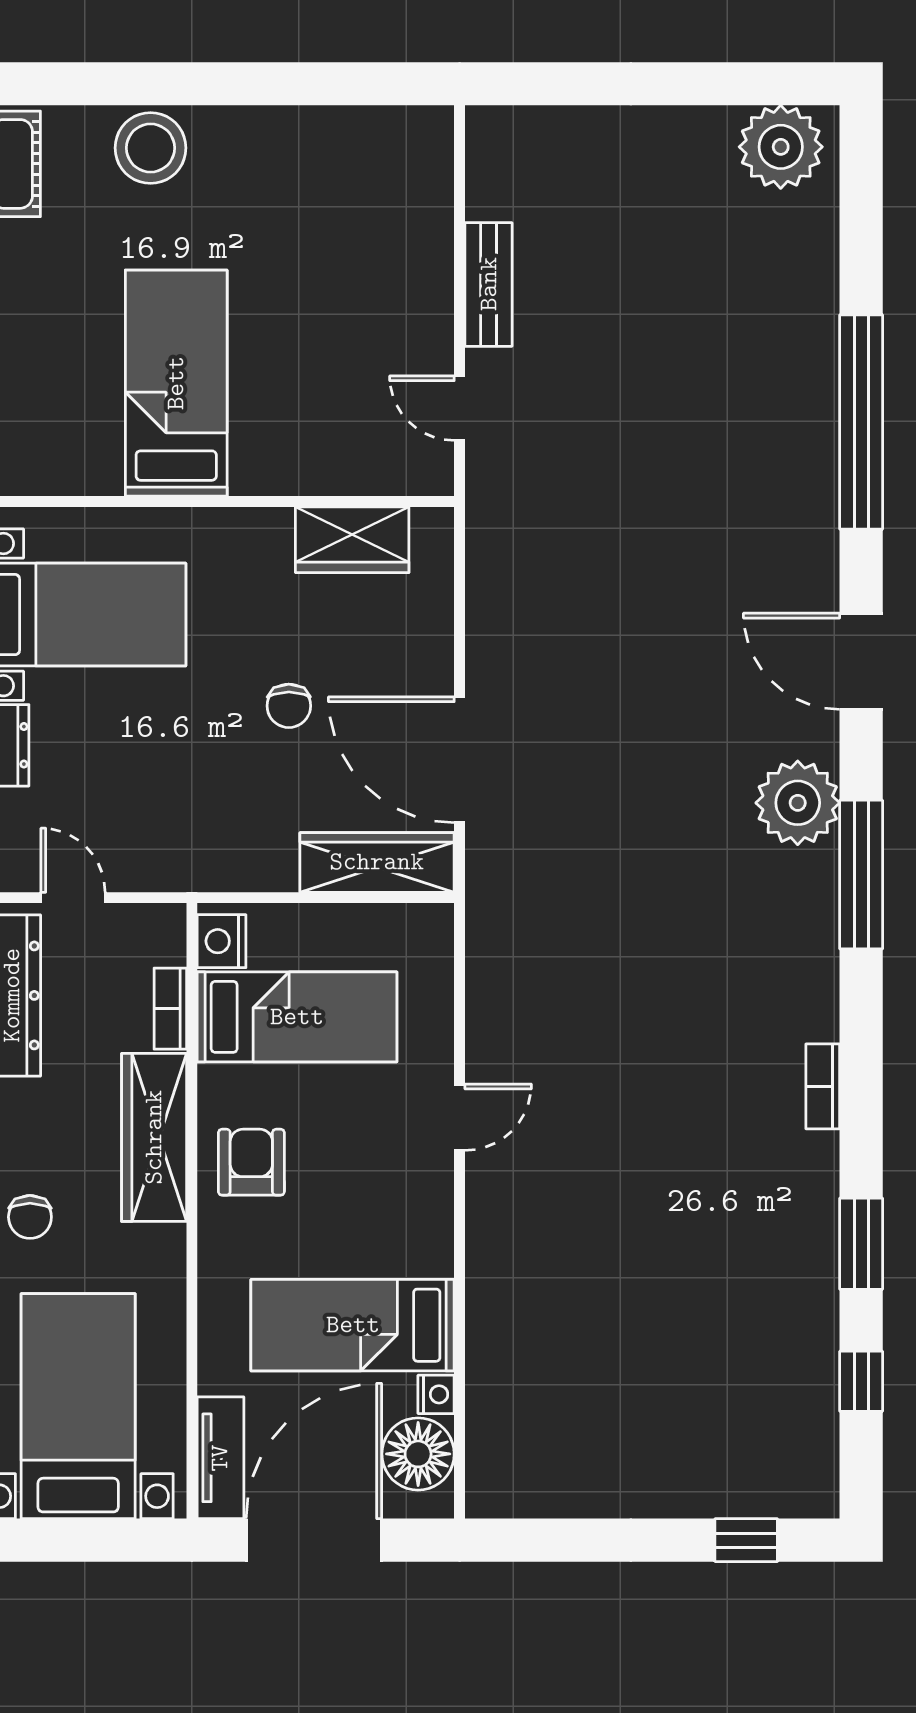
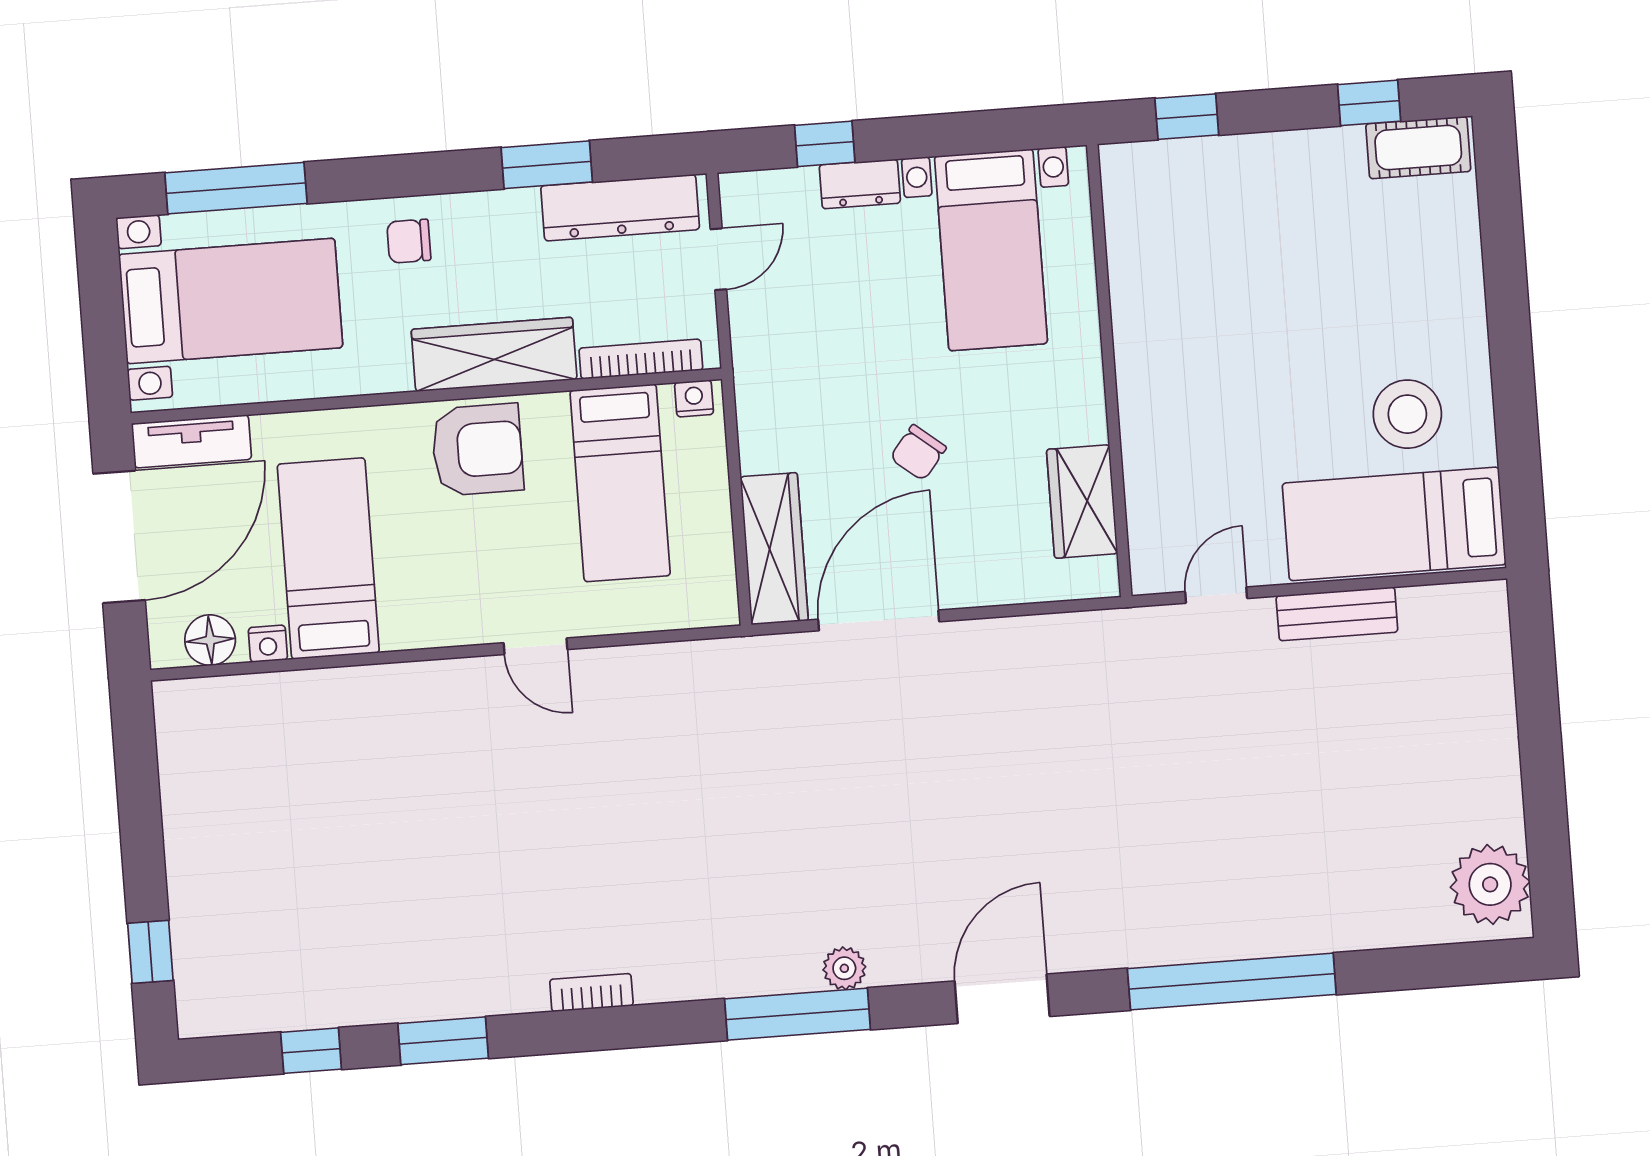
stool: (151, 148) -> (1407, 414), moved
bed: (176, 383) -> (1394, 524), moved, turned 180
chair: (289, 706) -> (918, 453), turned -51
plant: (798, 803) -> (844, 968), width x0.53, depth x0.53
nightstand: (222, 941) -> (694, 398), width x0.72, depth x0.74
bookcase: (170, 1009) -> (641, 359), width x1.56
armchair: (251, 1162) -> (477, 450), width x1.38, depth x1.38
floor lamp: (418, 1454) -> (210, 640), width x0.73, depth x0.73
door: (314, 1540) -> (119, 537), hinge flipped

